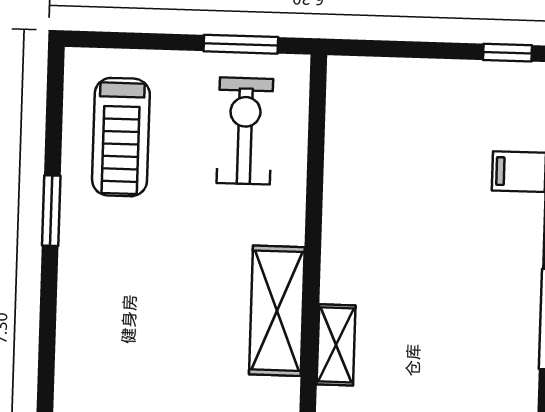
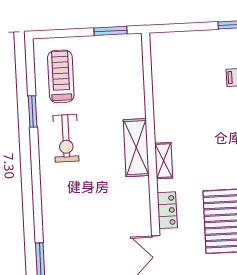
exercise bike: (245, 131) -> (66, 138), moved, turned 180
treadmill: (121, 137) -> (61, 76), turned 180

